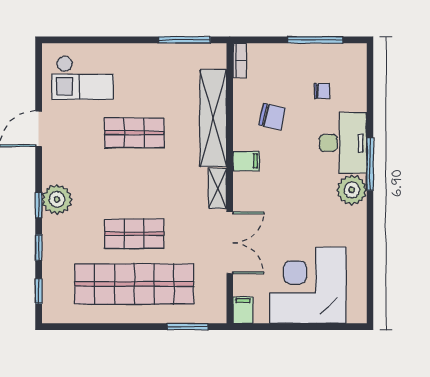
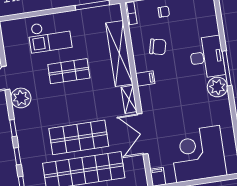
checkout: (83, 78) -> (50, 36), moved
chair: (322, 91) -> (164, 12), moved
plant: (57, 199) -> (21, 98), moved
shop shelf: (134, 234) -> (79, 137), width x1.43, depth x1.36
double door: (230, 243) -> (142, 134), swing flipped

